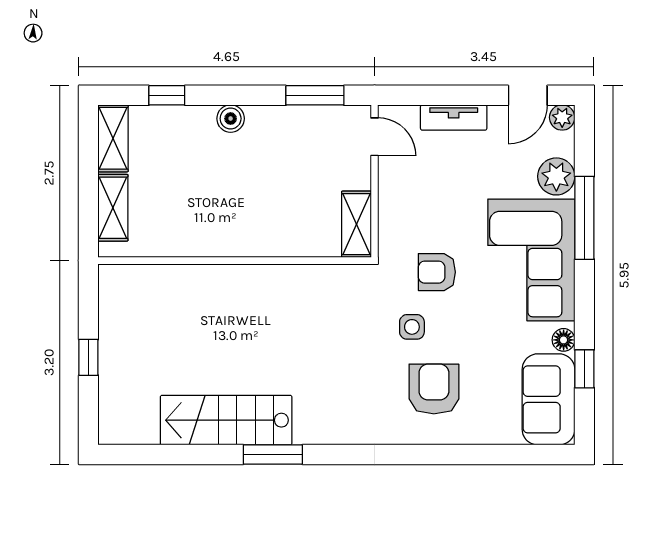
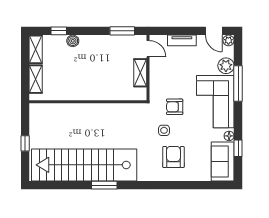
door: (528, 95) -> (214, 31), hinge flipped
boiler: (231, 119) -> (73, 41), moved
shelving: (356, 224) -> (140, 73), moved
stairs: (226, 420) -> (84, 165), width x1.86, depth x1.51

